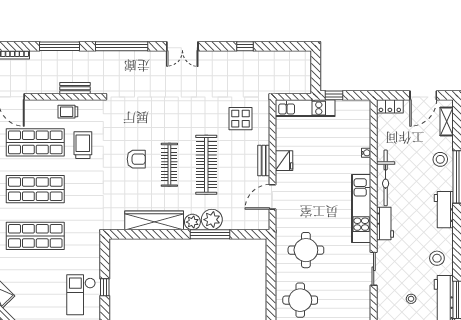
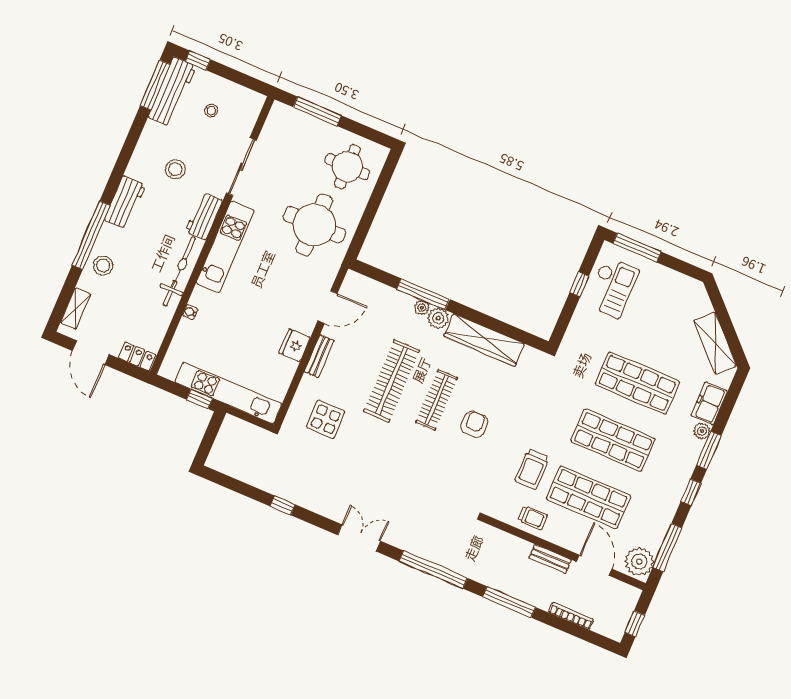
bench: (75, 88) -> (550, 559), moved
door: (423, 95) -> (91, 353), swing flipped
kitchen unit: (305, 108) -> (228, 393), width x1.36
armchair: (136, 159) -> (474, 424), turned 90
plant: (212, 220) -> (422, 308), width x0.53, depth x0.53
round table: (306, 250) -> (314, 225), width x1.36, depth x1.36
stool: (437, 258) -> (175, 169), moved
sliding door: (374, 269) -> (241, 167), width x1.37

